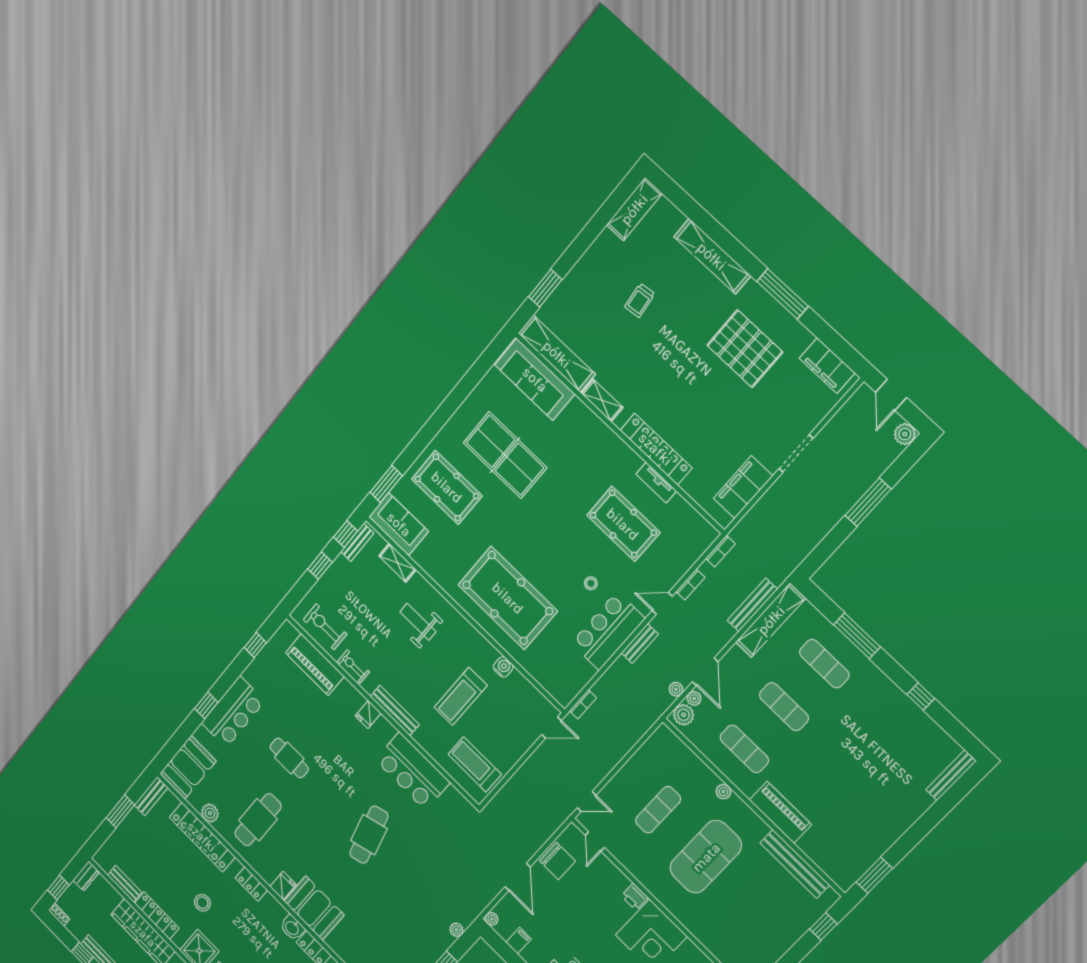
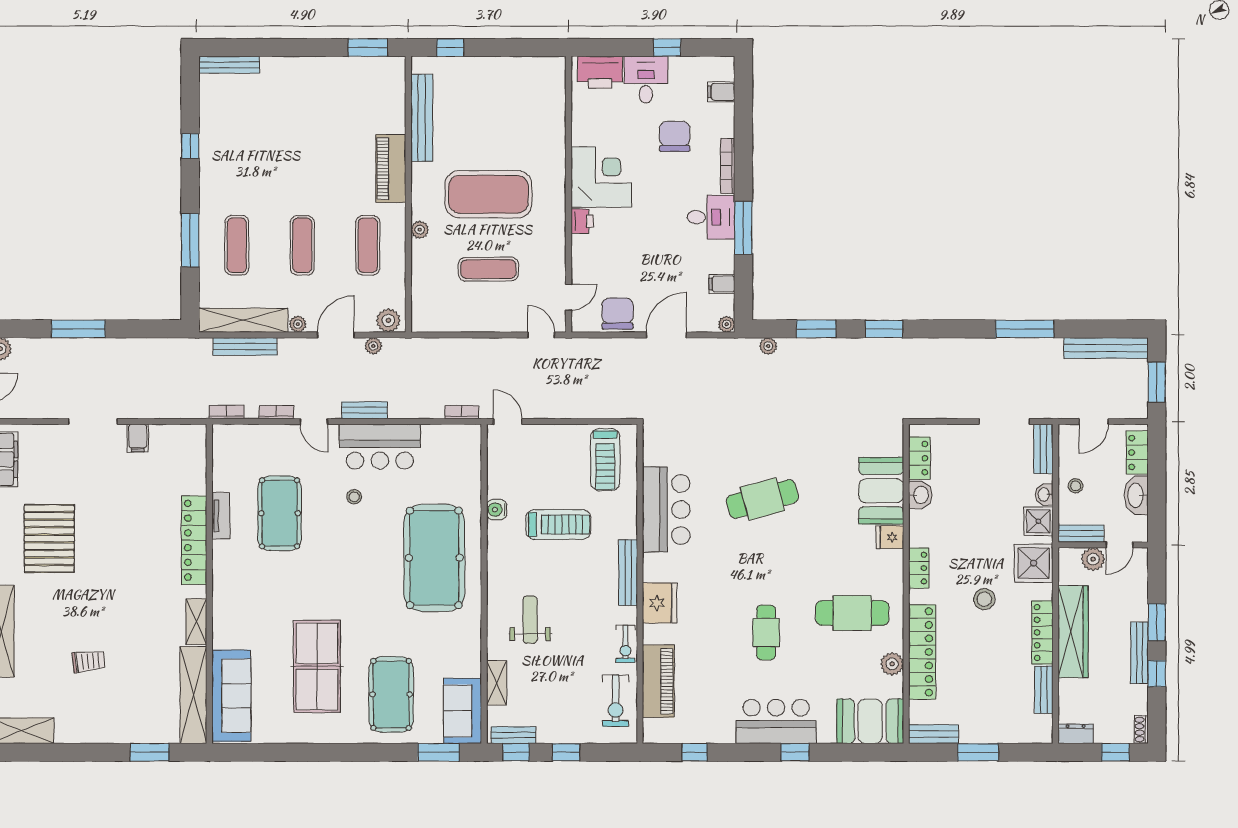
filing cabinet: (743, 487) -> (138, 438), width x0.33, depth x0.86
weight bench: (418, 622) -> (530, 620), turned 180
plant: (694, 698) -> (298, 324), moved
fridge: (368, 715) -> (660, 603), width x1.88, depth x1.34

